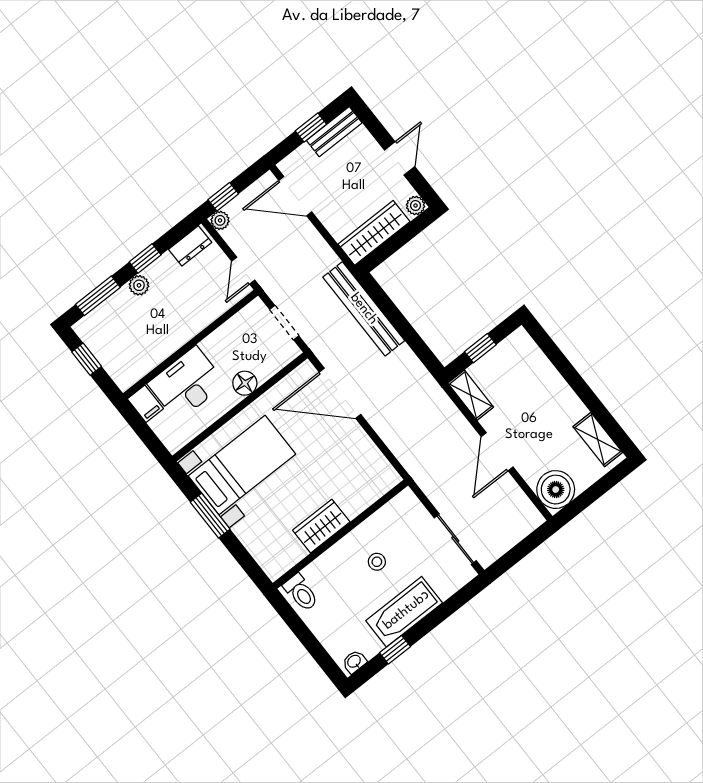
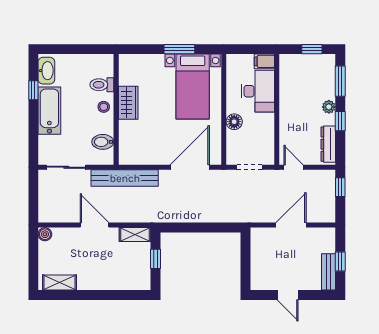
door: (295, 196) -> (291, 225), moved
plant: (416, 205) -> (257, 284), removed
plant: (220, 220) -> (329, 176), removed
wardrobe: (374, 233) -> (259, 251), removed
dresser: (190, 246) -> (328, 144), width x1.44
bench: (364, 309) -> (125, 178), moved
boiler: (556, 490) -> (45, 234), width x0.54, depth x0.54
bidet: (391, 520) -> (103, 142), added
stool: (377, 562) -> (104, 107), moved
toilet: (301, 593) -> (102, 85), moved
washbasin: (354, 662) -> (46, 71), width x1.91, depth x1.45

